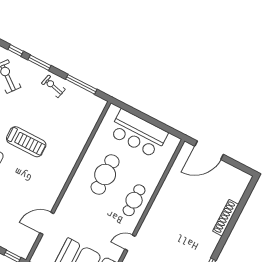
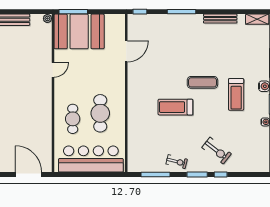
bar counter: (138, 133) -> (91, 159), width x1.36
door: (209, 150) -> (28, 174), hinge flipped
cafe table: (134, 200) -> (73, 119), moved

